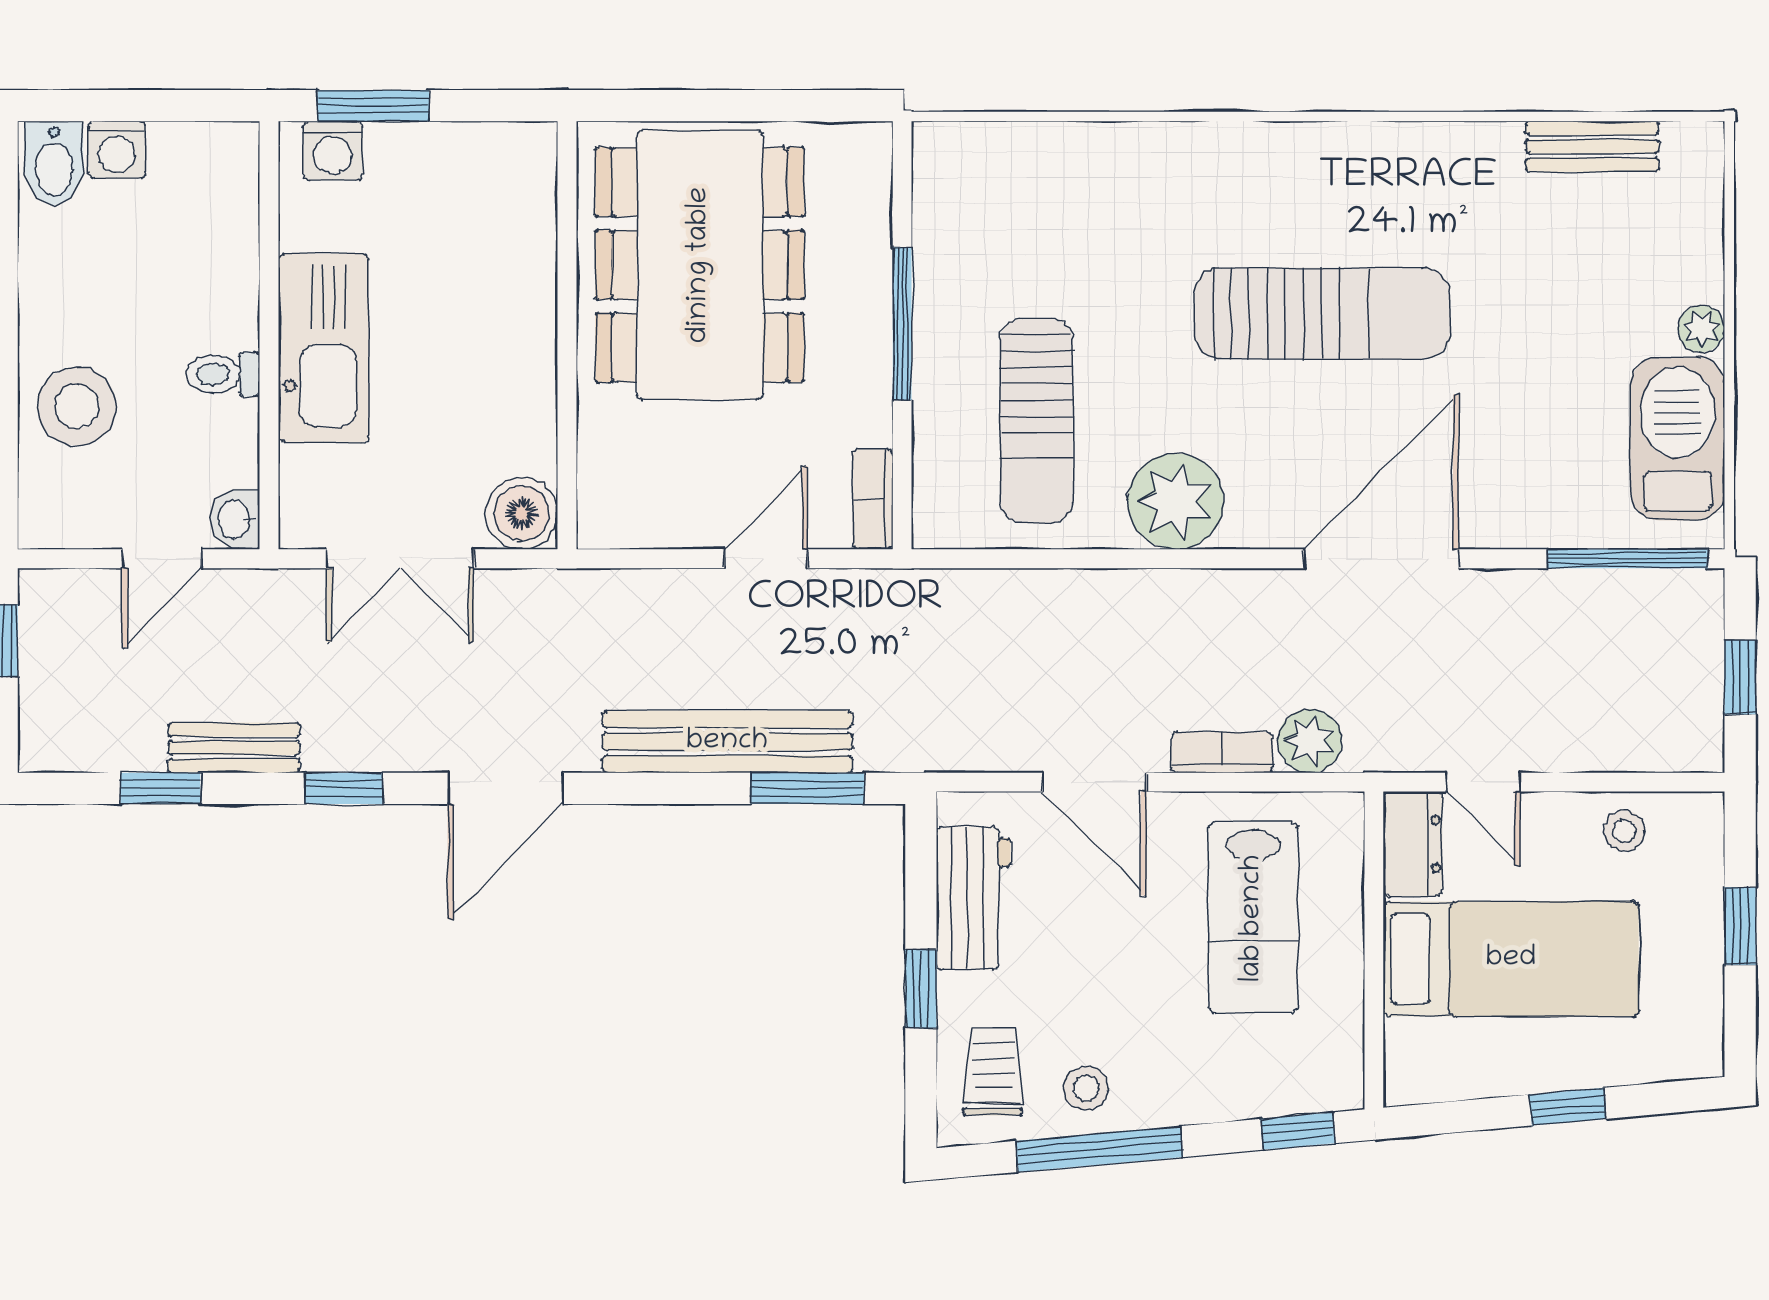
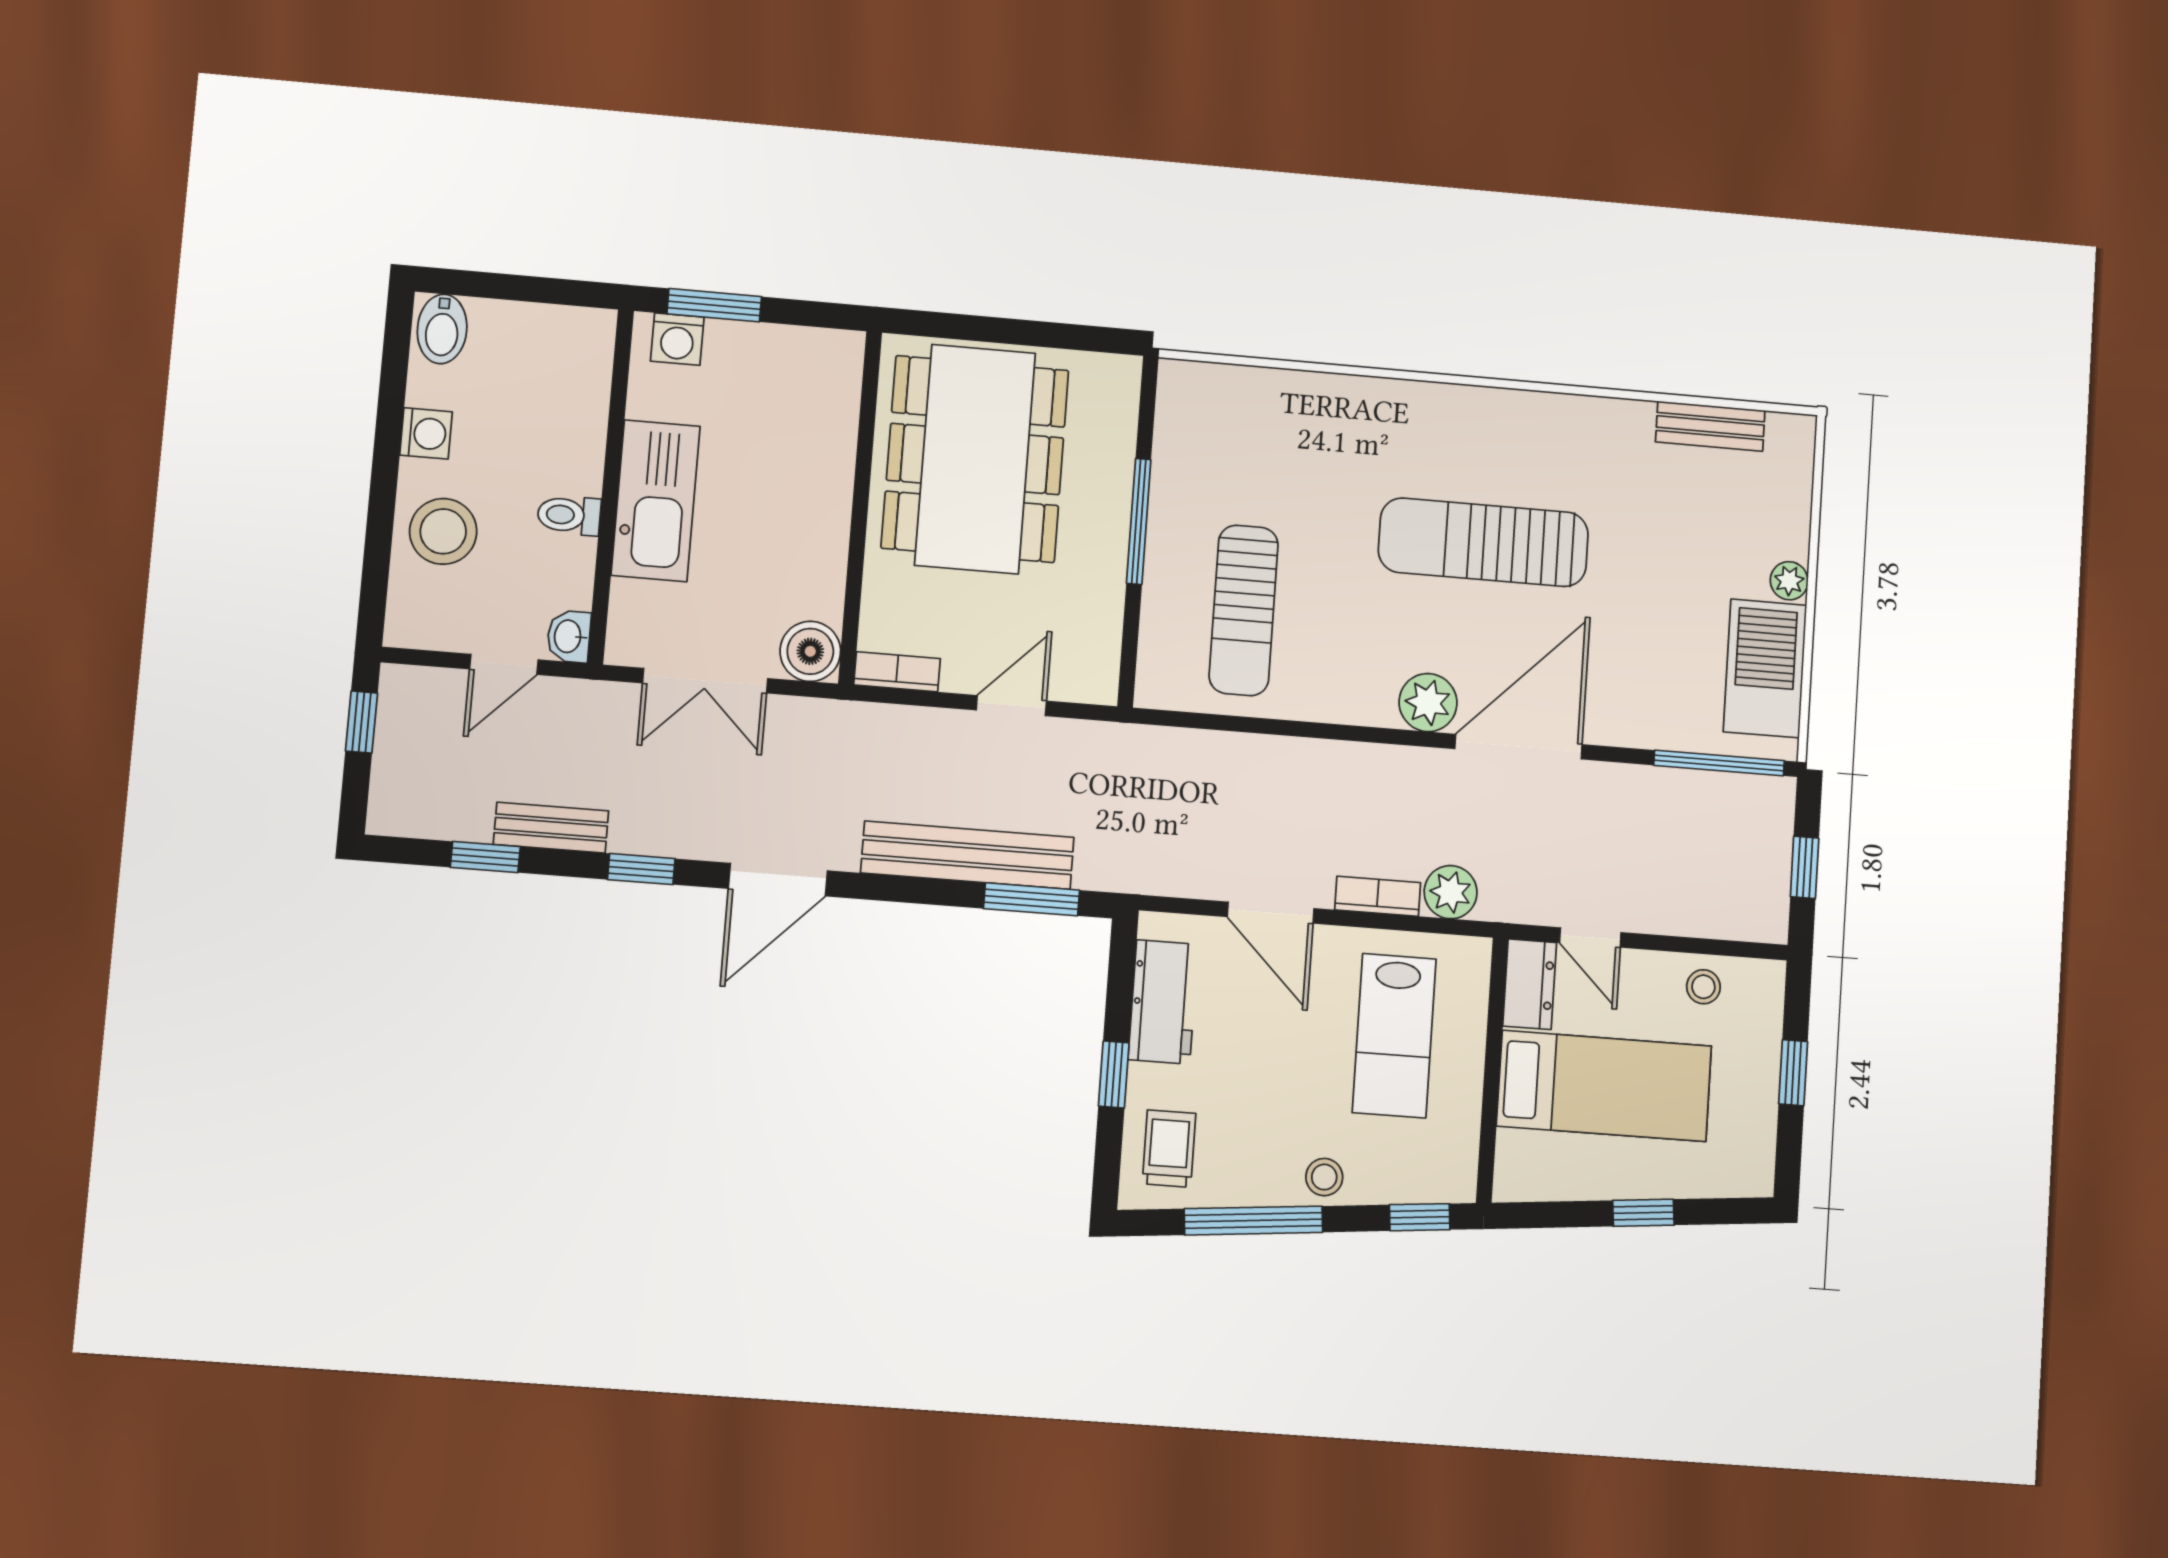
washing machine: (117, 150) -> (426, 433), moved, turned -90
sun lounger: (1322, 313) -> (1483, 542), turned 180
bookcase: (873, 499) -> (897, 672), moved, turned 90
plant: (1176, 501) -> (1428, 703), moved, width x0.73, depth x0.73
stool: (1086, 1088) -> (1324, 1177), moved

